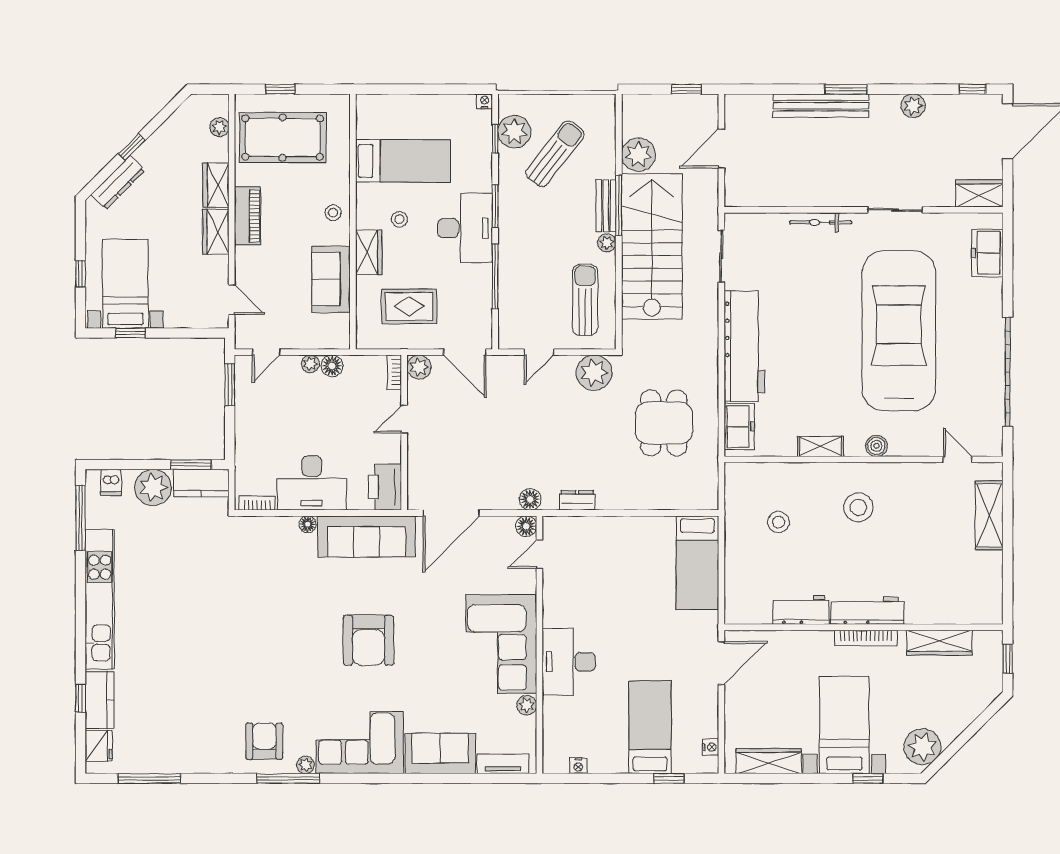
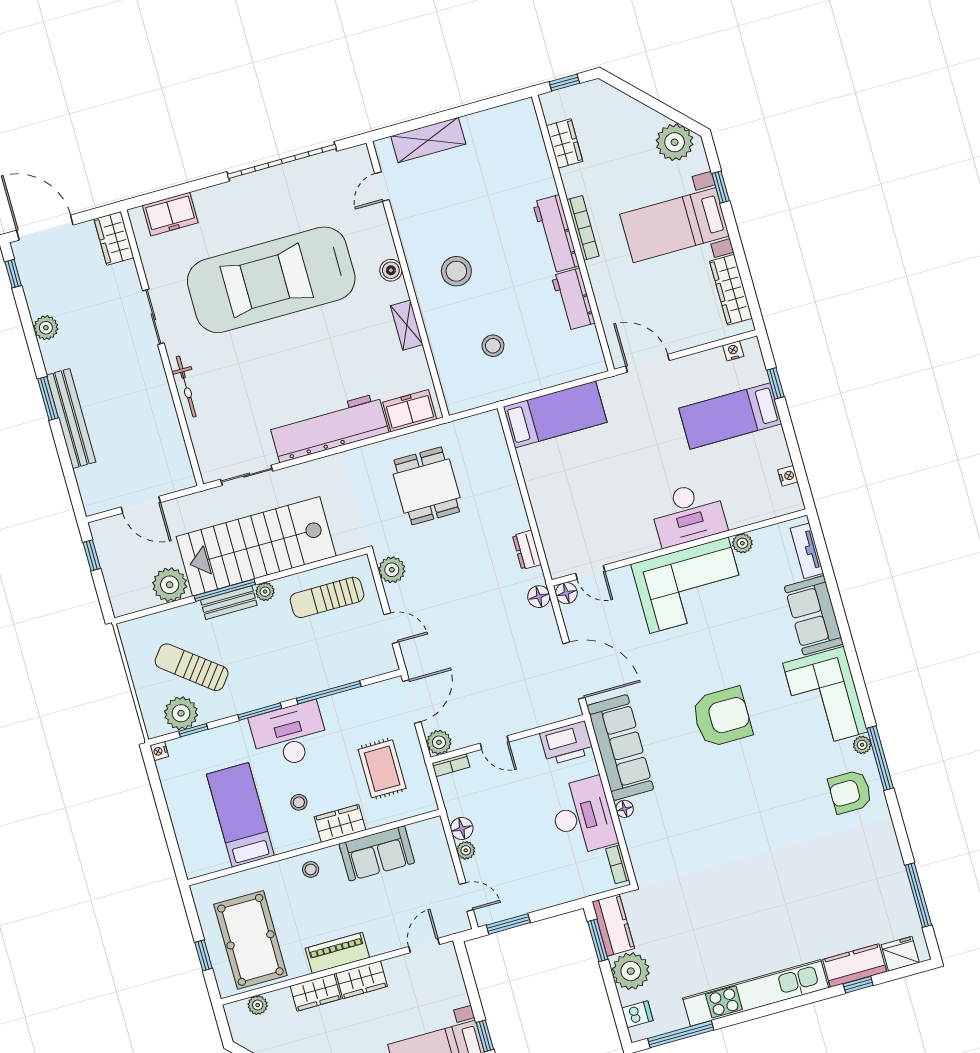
plant: (594, 373) -> (392, 570), width x0.73, depth x0.73
dining table: (664, 423) -> (427, 486), turned 90
wardrobe: (939, 643) -> (564, 144), width x0.67

